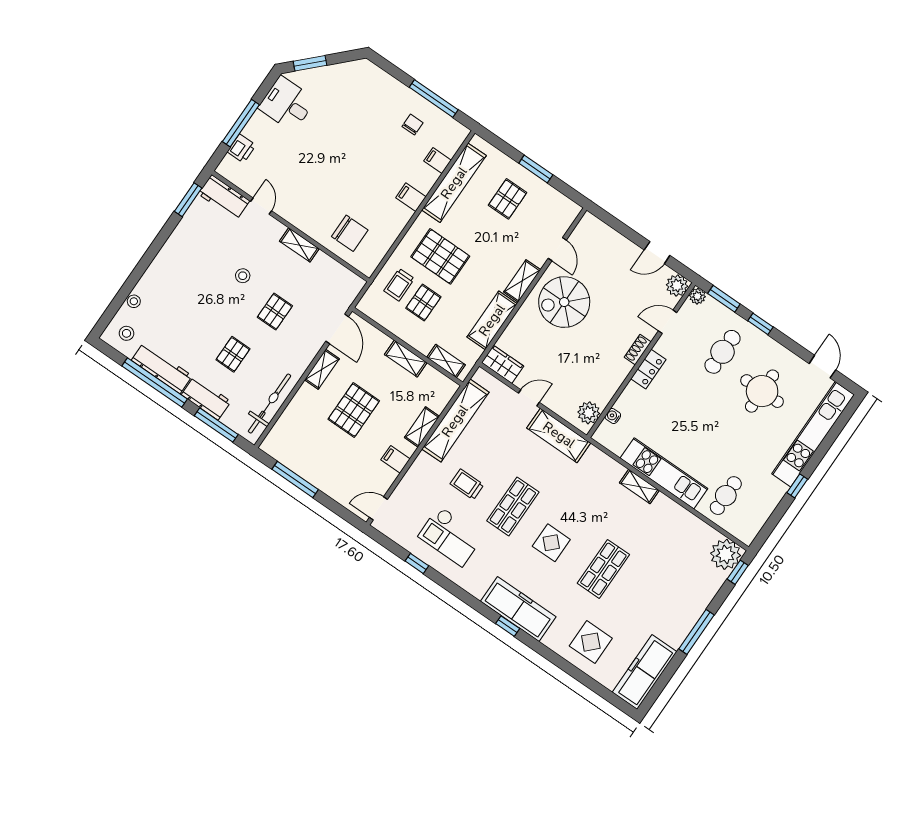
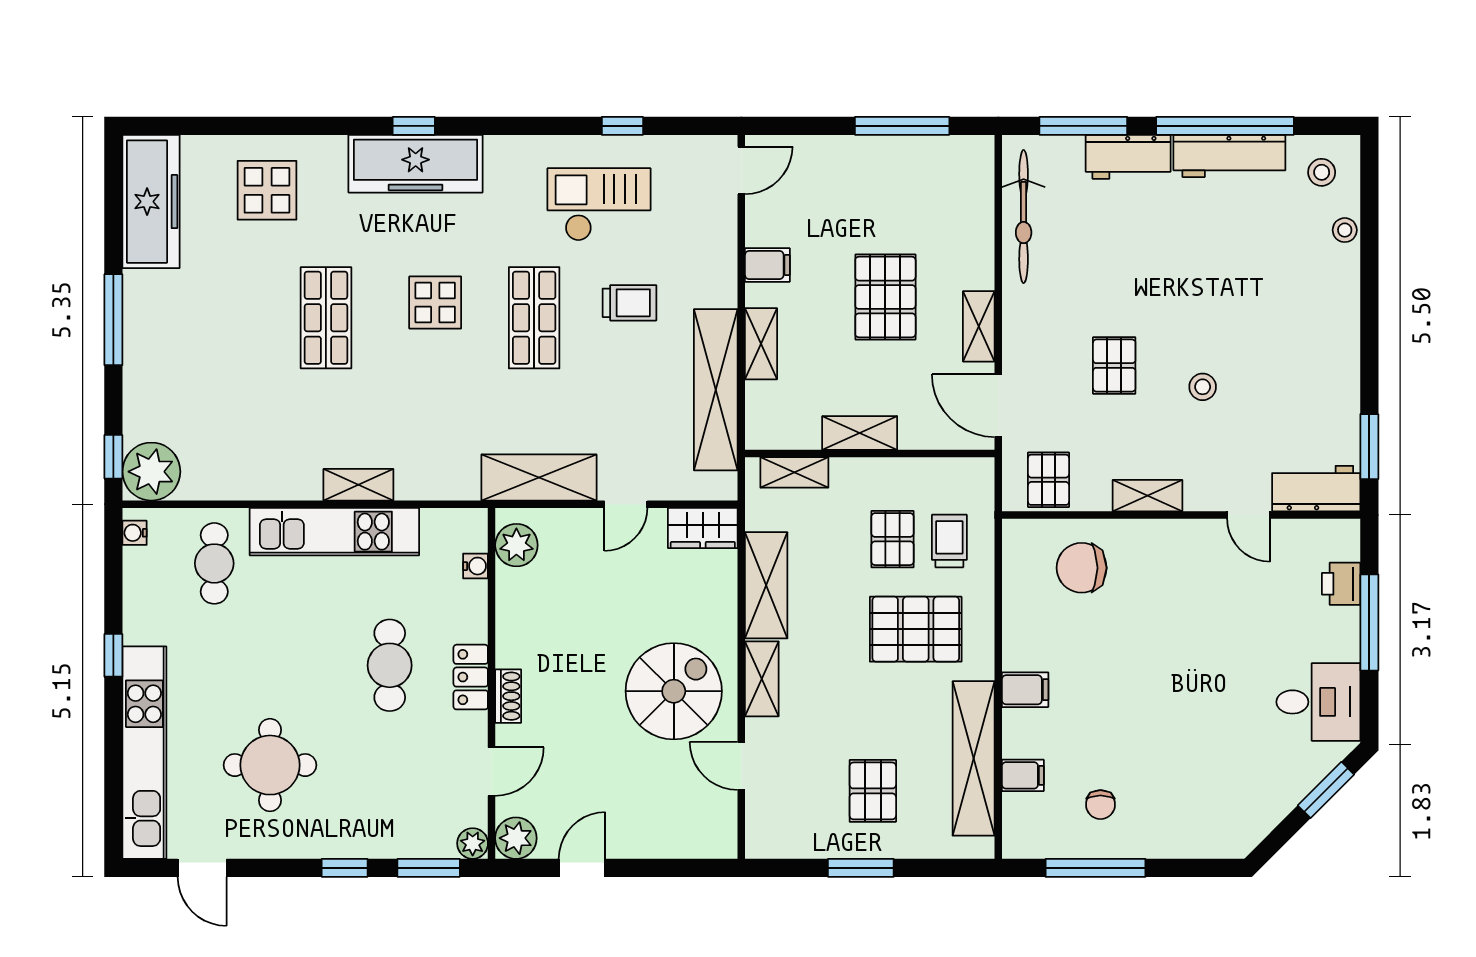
cafe table: (723, 352) -> (390, 665), moved
pallet: (233, 354) -> (1049, 480), moved
water cooler: (751, 533) -> (135, 533), added

